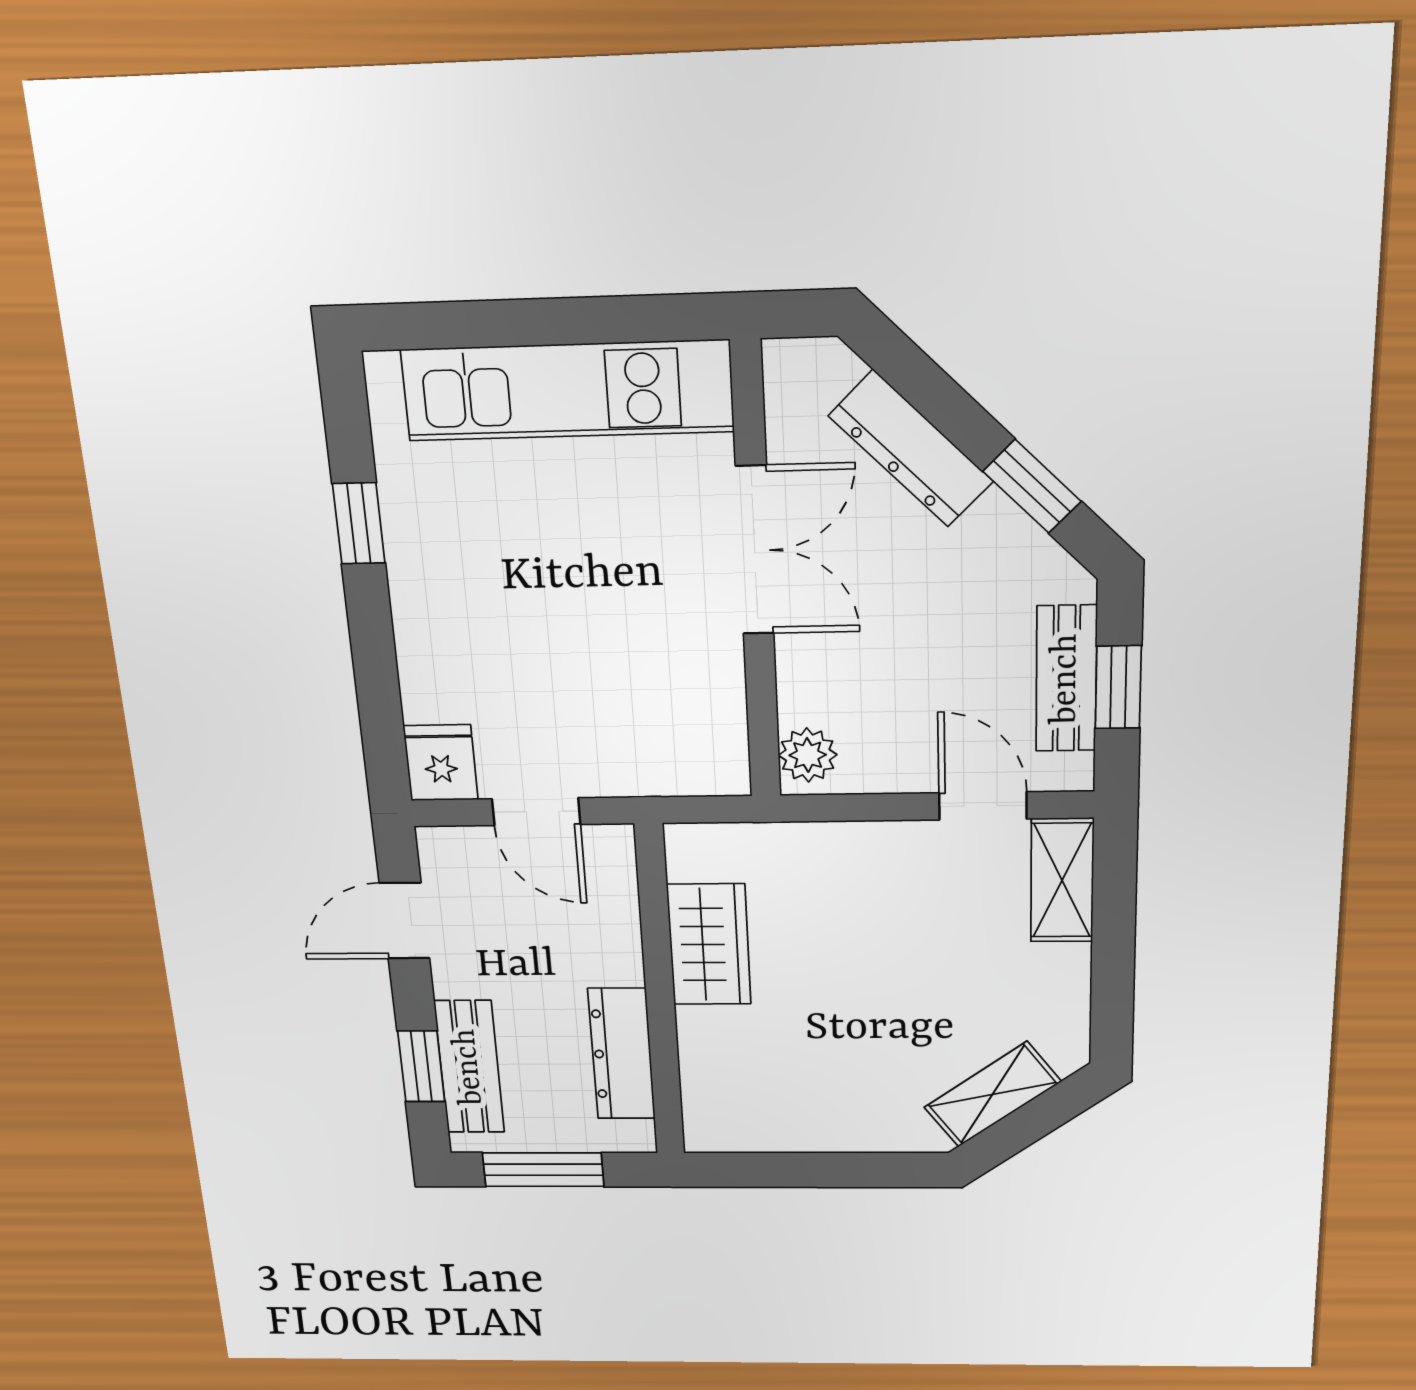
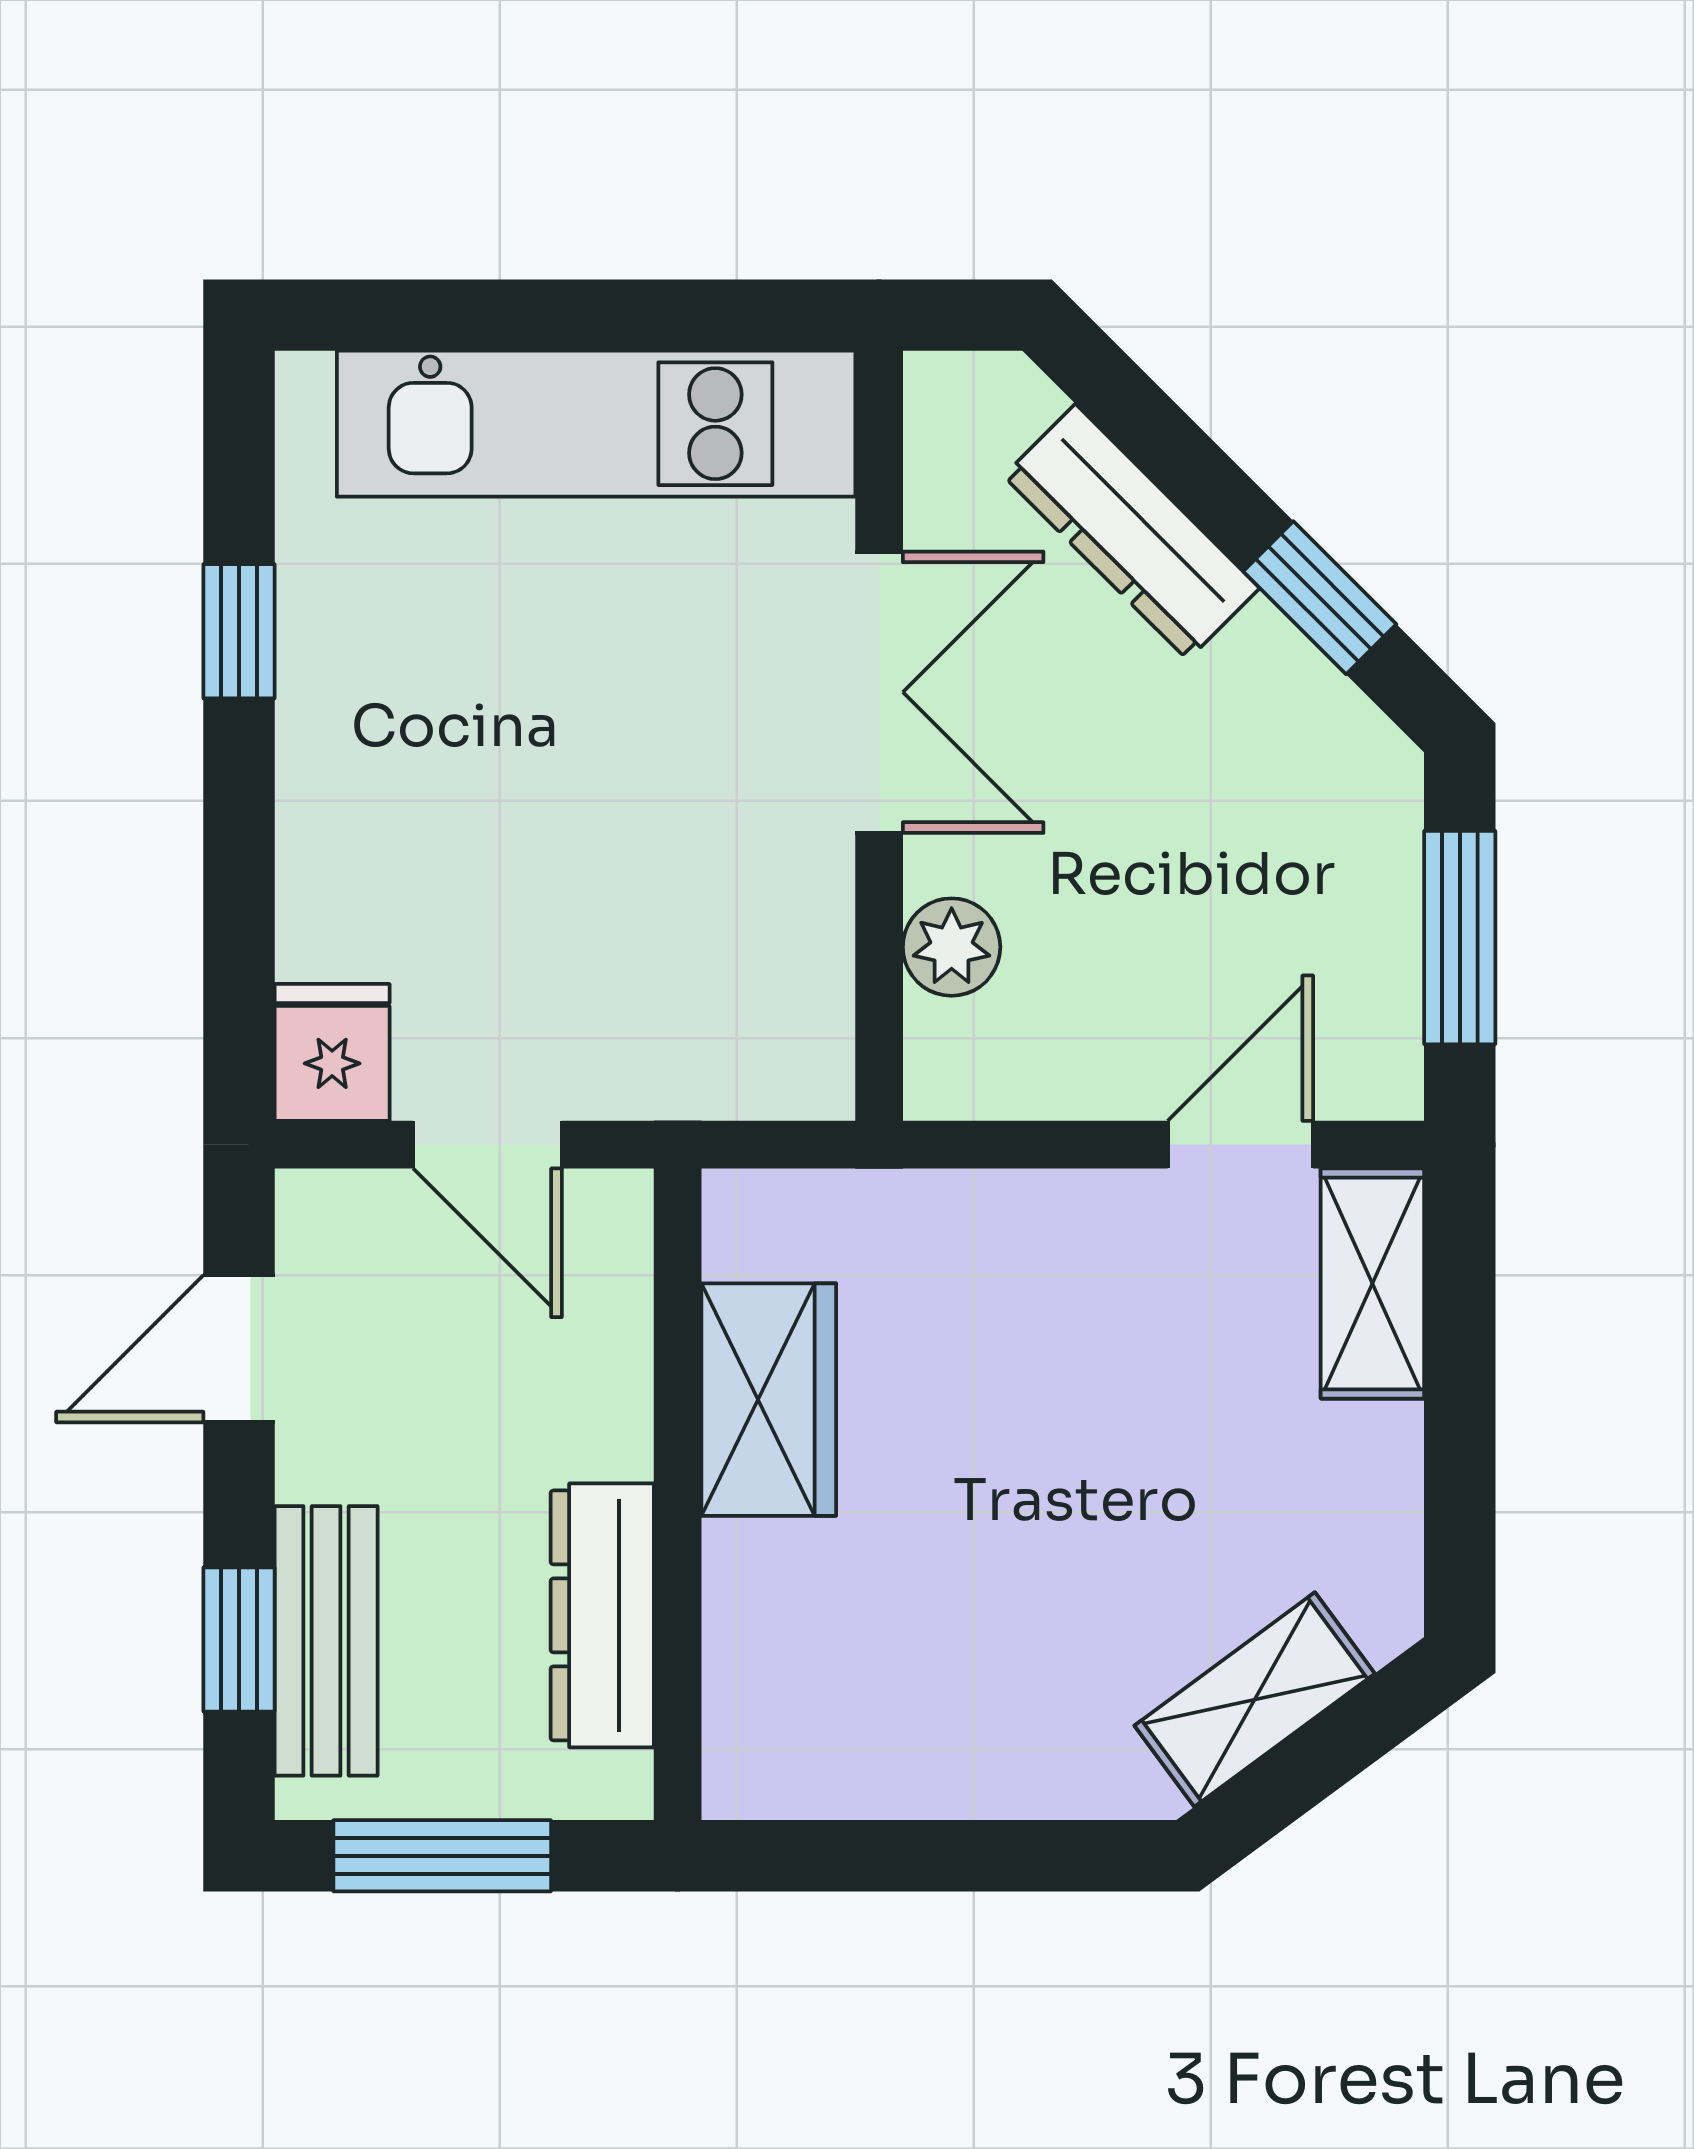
bench: (1066, 679) -> (1376, 921), removed
window: (1118, 687) -> (1460, 938), width x1.50
plant: (808, 755) -> (952, 947), moved
door: (983, 806) -> (1240, 1145), hinge flipped

